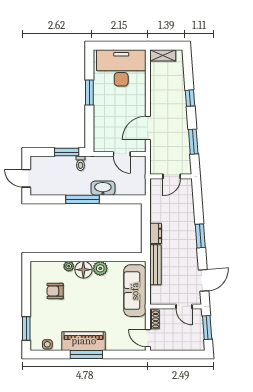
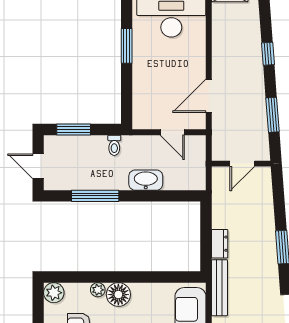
window: (67, 152) -> (74, 129), moved
window: (83, 199) -> (95, 196), moved
plant: (100, 268) -> (54, 293), moved

